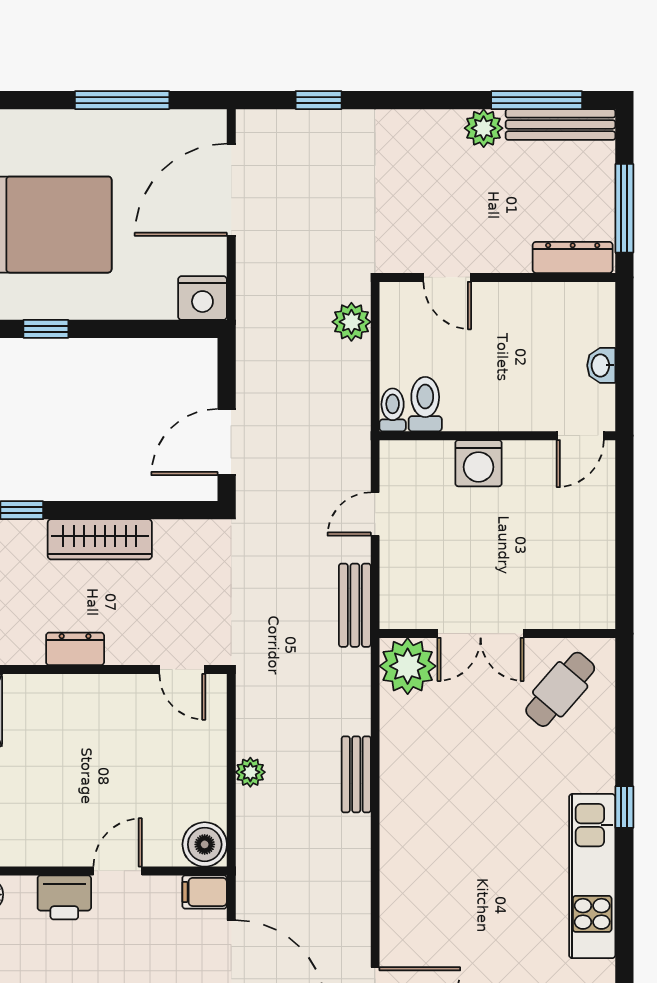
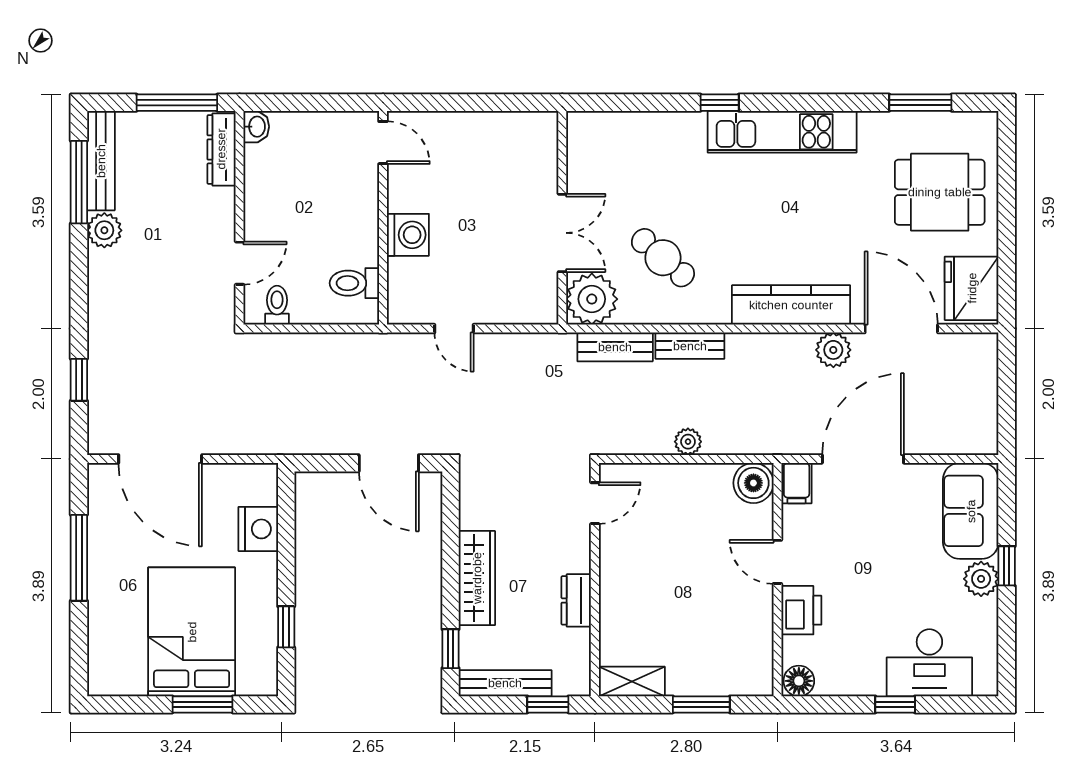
nightstand: (202, 298) -> (258, 529), moved
plant: (351, 322) -> (833, 350), moved
washbasin: (601, 365) -> (256, 127), moved, turned -90
toilet: (393, 410) -> (277, 305), moved, turned 90
bench: (355, 605) -> (615, 347), moved
cafe table: (560, 689) -> (663, 258), moved
kitchen counter: (401, 886) -> (791, 305), added

